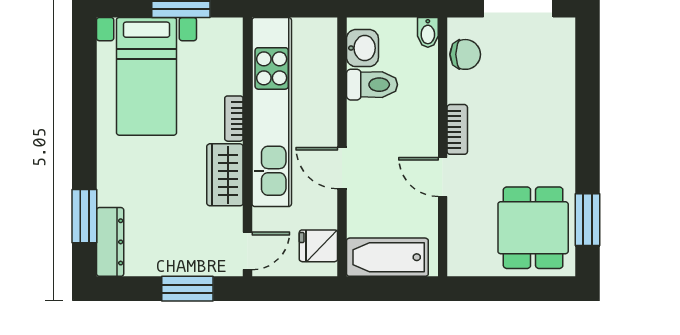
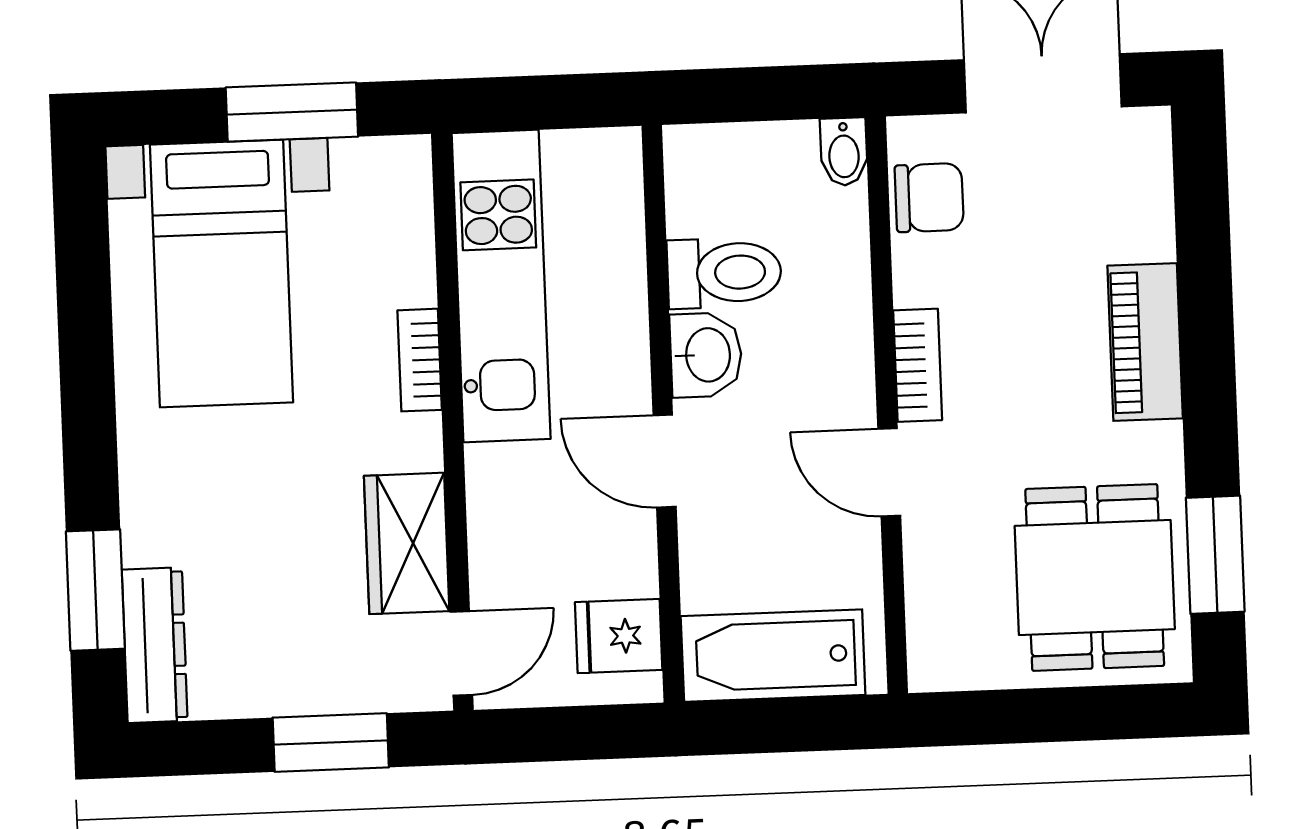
washbasin: (362, 48) -> (706, 355), moved
kitchen unit: (272, 112) -> (501, 286), width x0.73
piano: (560, 123) -> (1145, 342), added
wardrobe: (225, 175) -> (407, 543), moved

